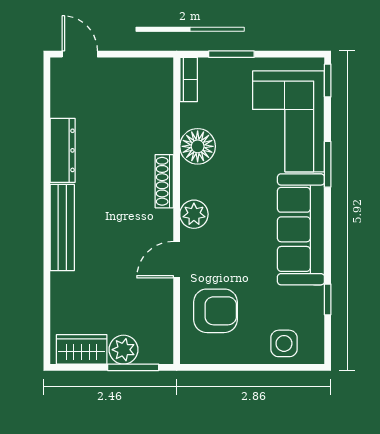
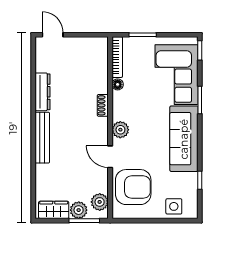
bookcase: (189, 79) -> (117, 57), width x1.56
floor lamp: (198, 146) -> (118, 84), width x0.53, depth x0.53
shoe rack: (164, 181) -> (103, 105), width x0.70
door: (177, 260) -> (110, 157), hinge flipped
armchair: (216, 311) -> (133, 187), width x1.36, depth x1.36
plant: (159, 336) -> (100, 202), added

